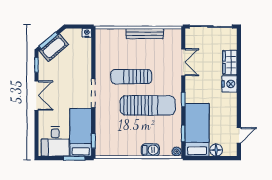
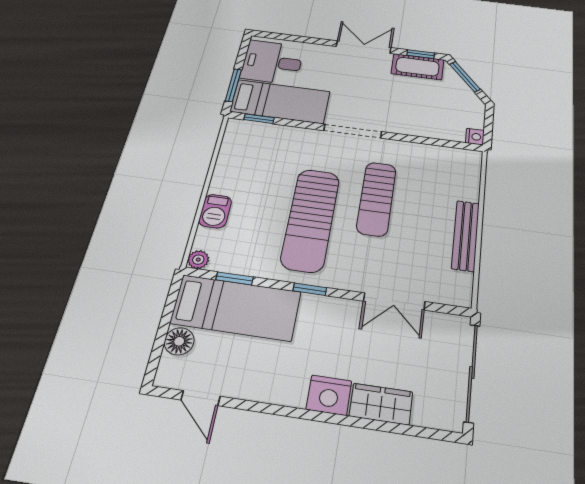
cot: (54, 48) -> (417, 67), moved, turned -50
sun lounger: (131, 77) -> (376, 199), turned 180
double door: (36, 96) -> (364, 47), swing flipped

